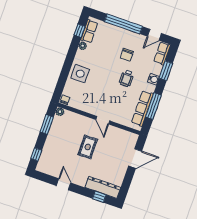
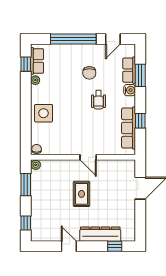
row of seats: (162, 53) -> (129, 70), moved
window: (153, 106) -> (140, 121), width x0.46
dresser: (103, 187) -> (100, 234), moved

